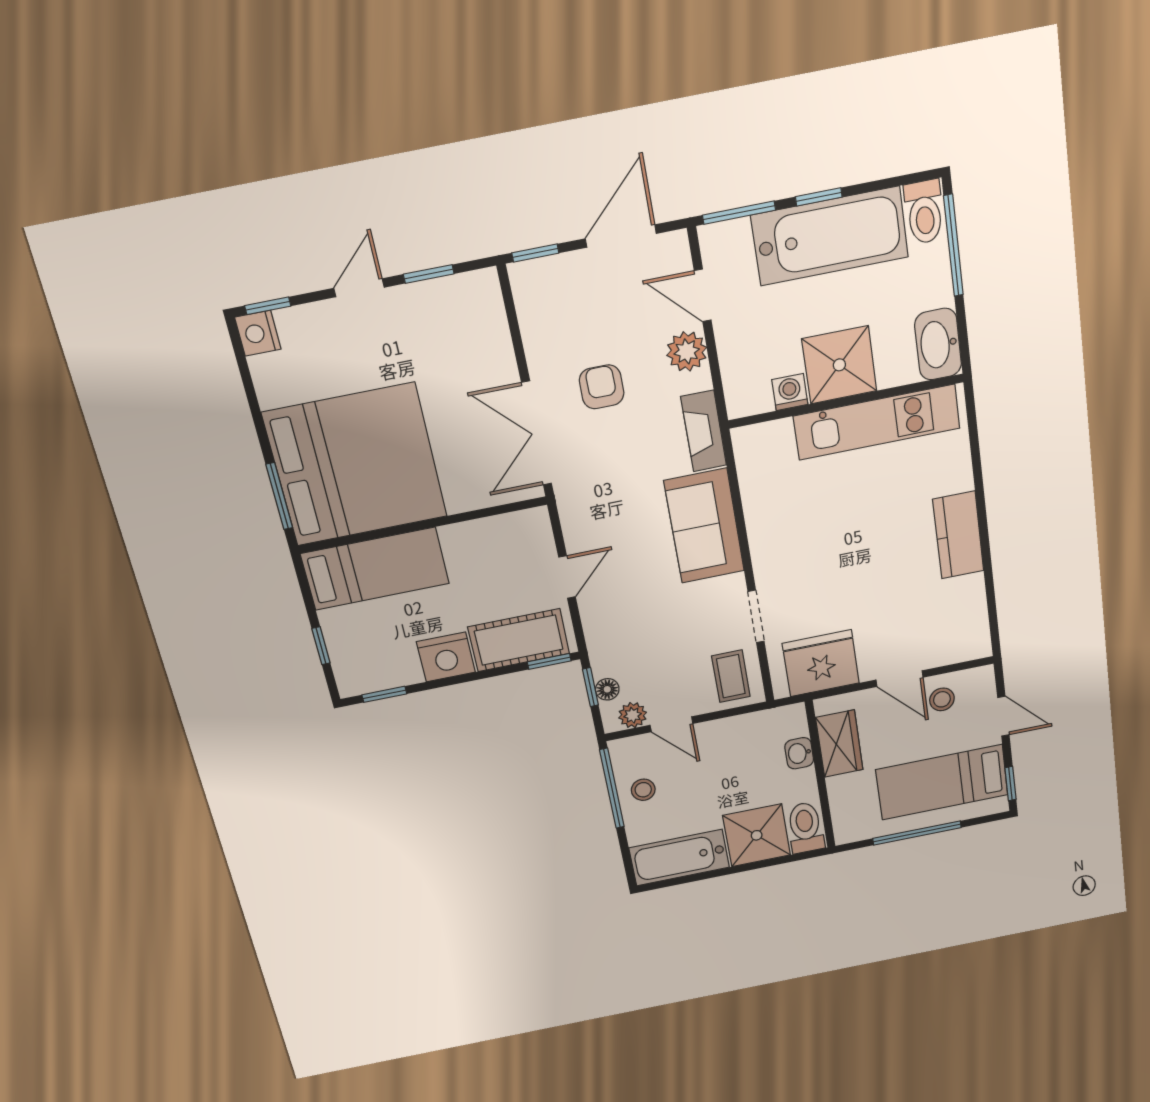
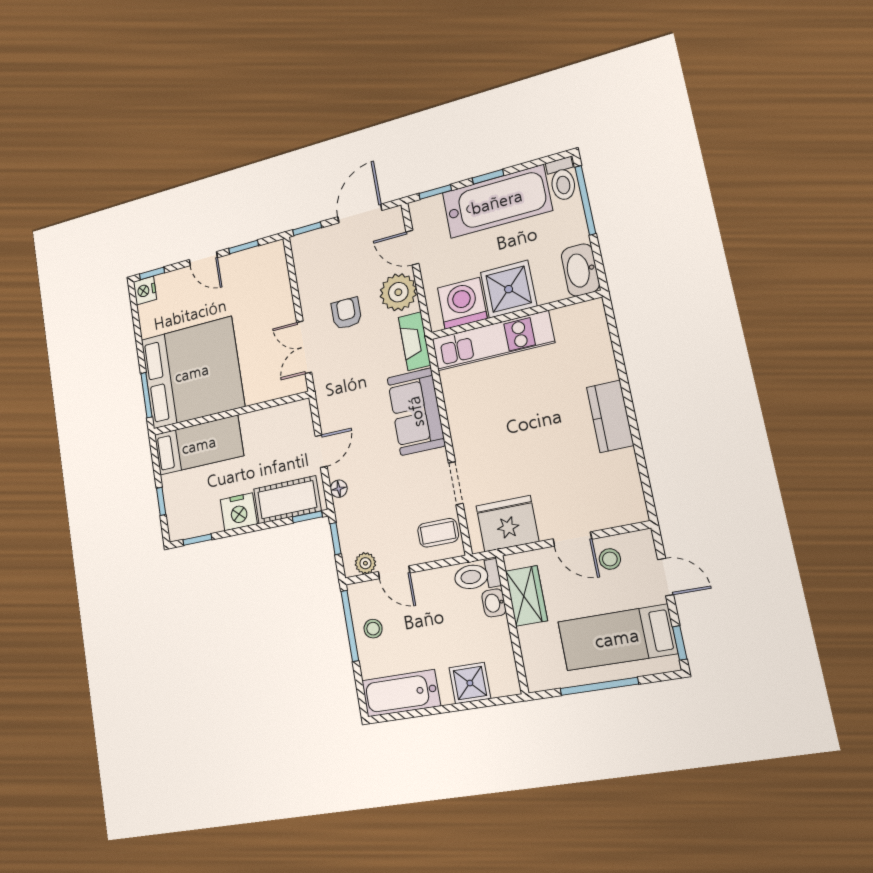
window: (739, 213) -> (435, 192), width x0.67
door: (359, 288) -> (203, 259), swing flipped
plant: (687, 351) -> (398, 292), width x1.36, depth x1.36
washing machine: (790, 392) -> (462, 303), width x1.89, depth x1.89
kitchen unit: (877, 422) -> (493, 341), moved
double door: (537, 433) -> (304, 347), width x0.73
coffee table: (731, 676) -> (438, 533), turned 90
floor lamp: (607, 689) -> (339, 489), moved
toilet: (805, 828) -> (477, 576), moved, turned -90
shower: (757, 835) -> (470, 683), width x0.73, depth x0.73

